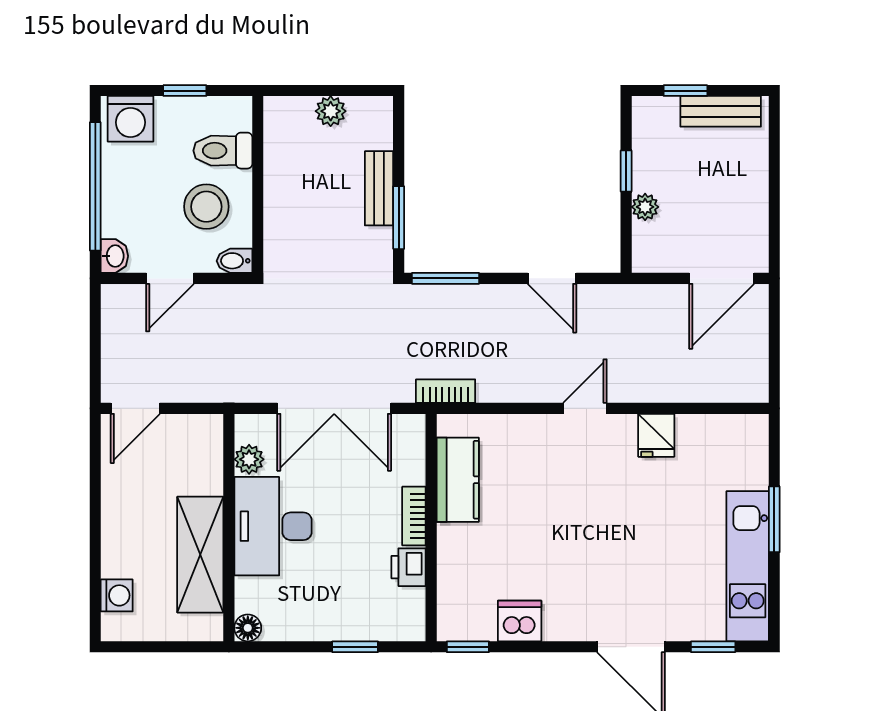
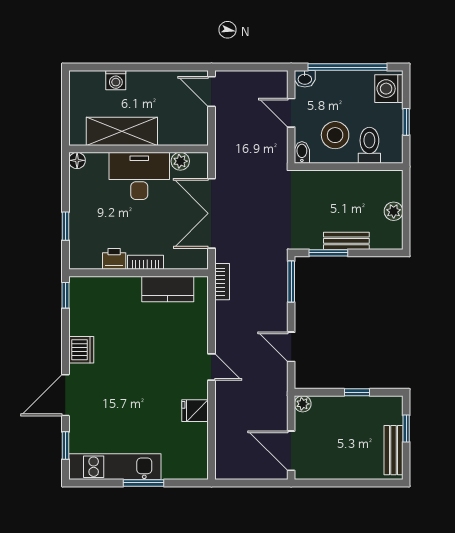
plant: (645, 207) -> (303, 404), moved
door: (552, 278) -> (291, 347), hinge flipped
washing machine: (117, 595) -> (116, 80), moved
dishwasher: (520, 621) -> (81, 350), moved

